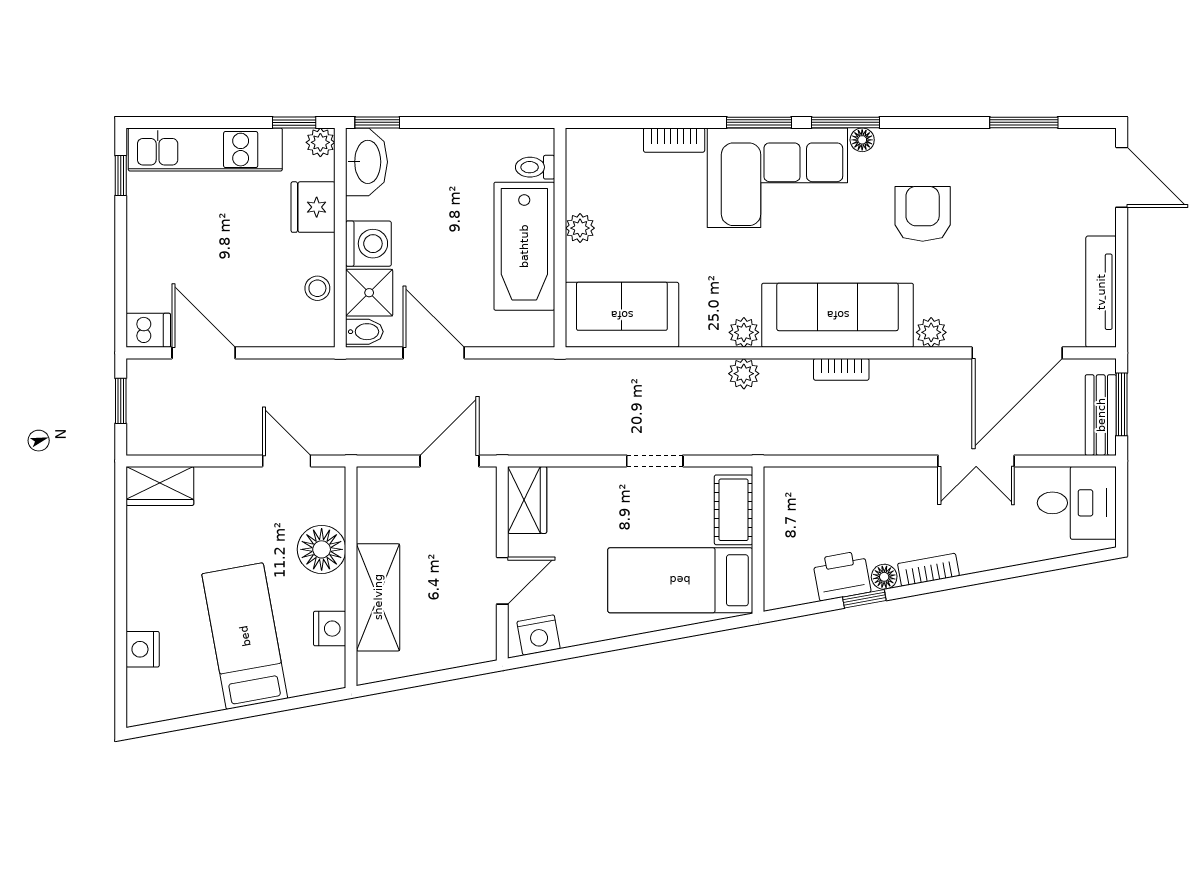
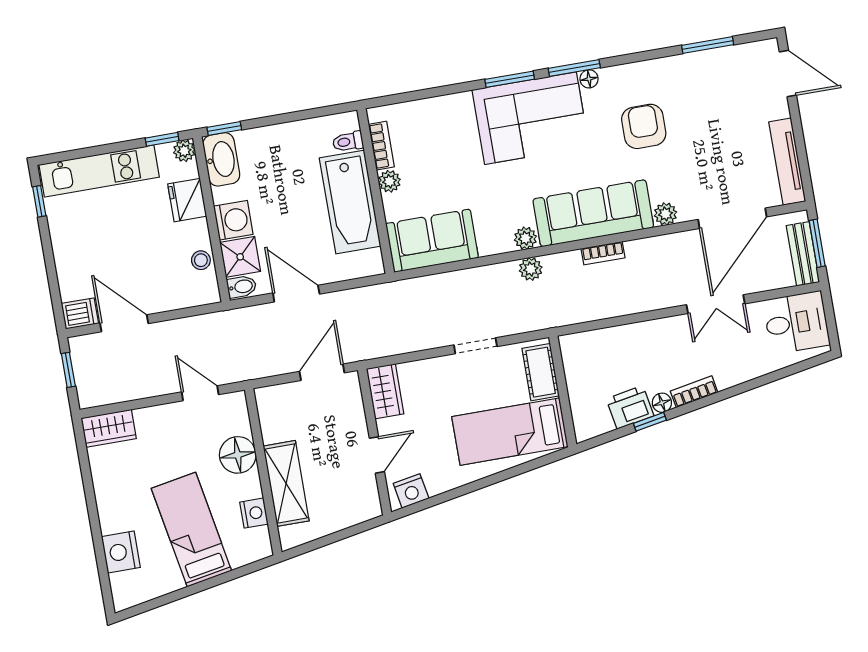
bookcase: (674, 140) -> (381, 146), moved, turned -90
nightstand: (143, 649) -> (121, 552), width x1.36, depth x1.33

